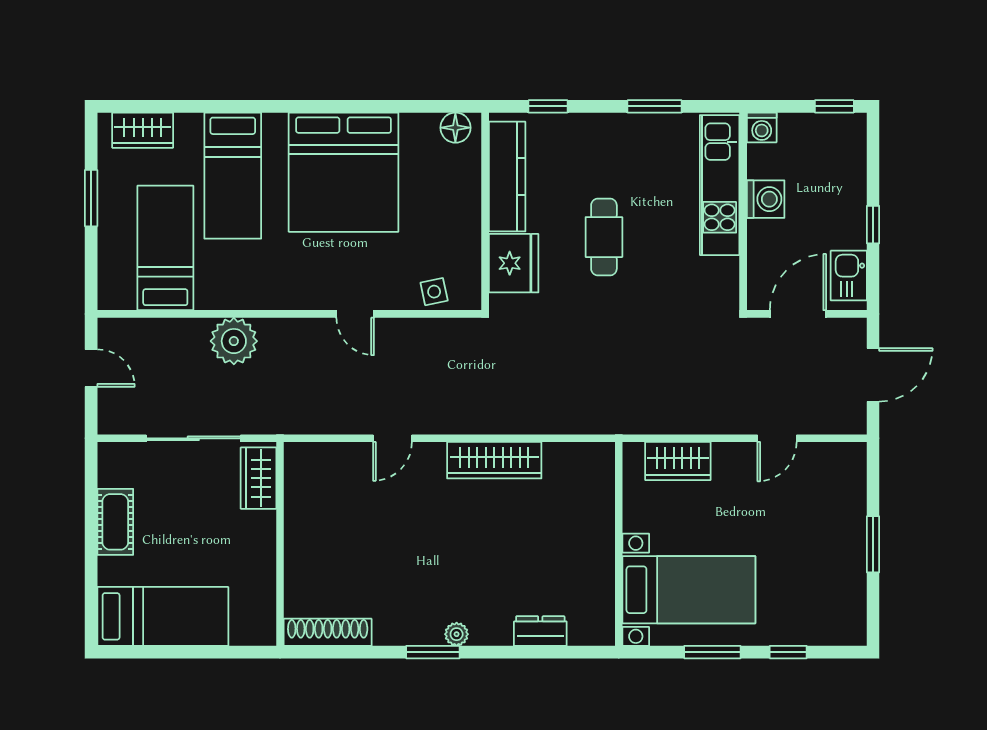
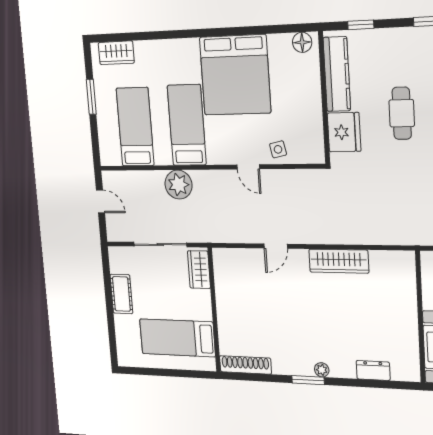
bed: (233, 176) -> (187, 125), moved, turned 180
side table: (434, 292) -> (278, 149), moved
bed: (163, 616) -> (177, 338), moved, turned 180

